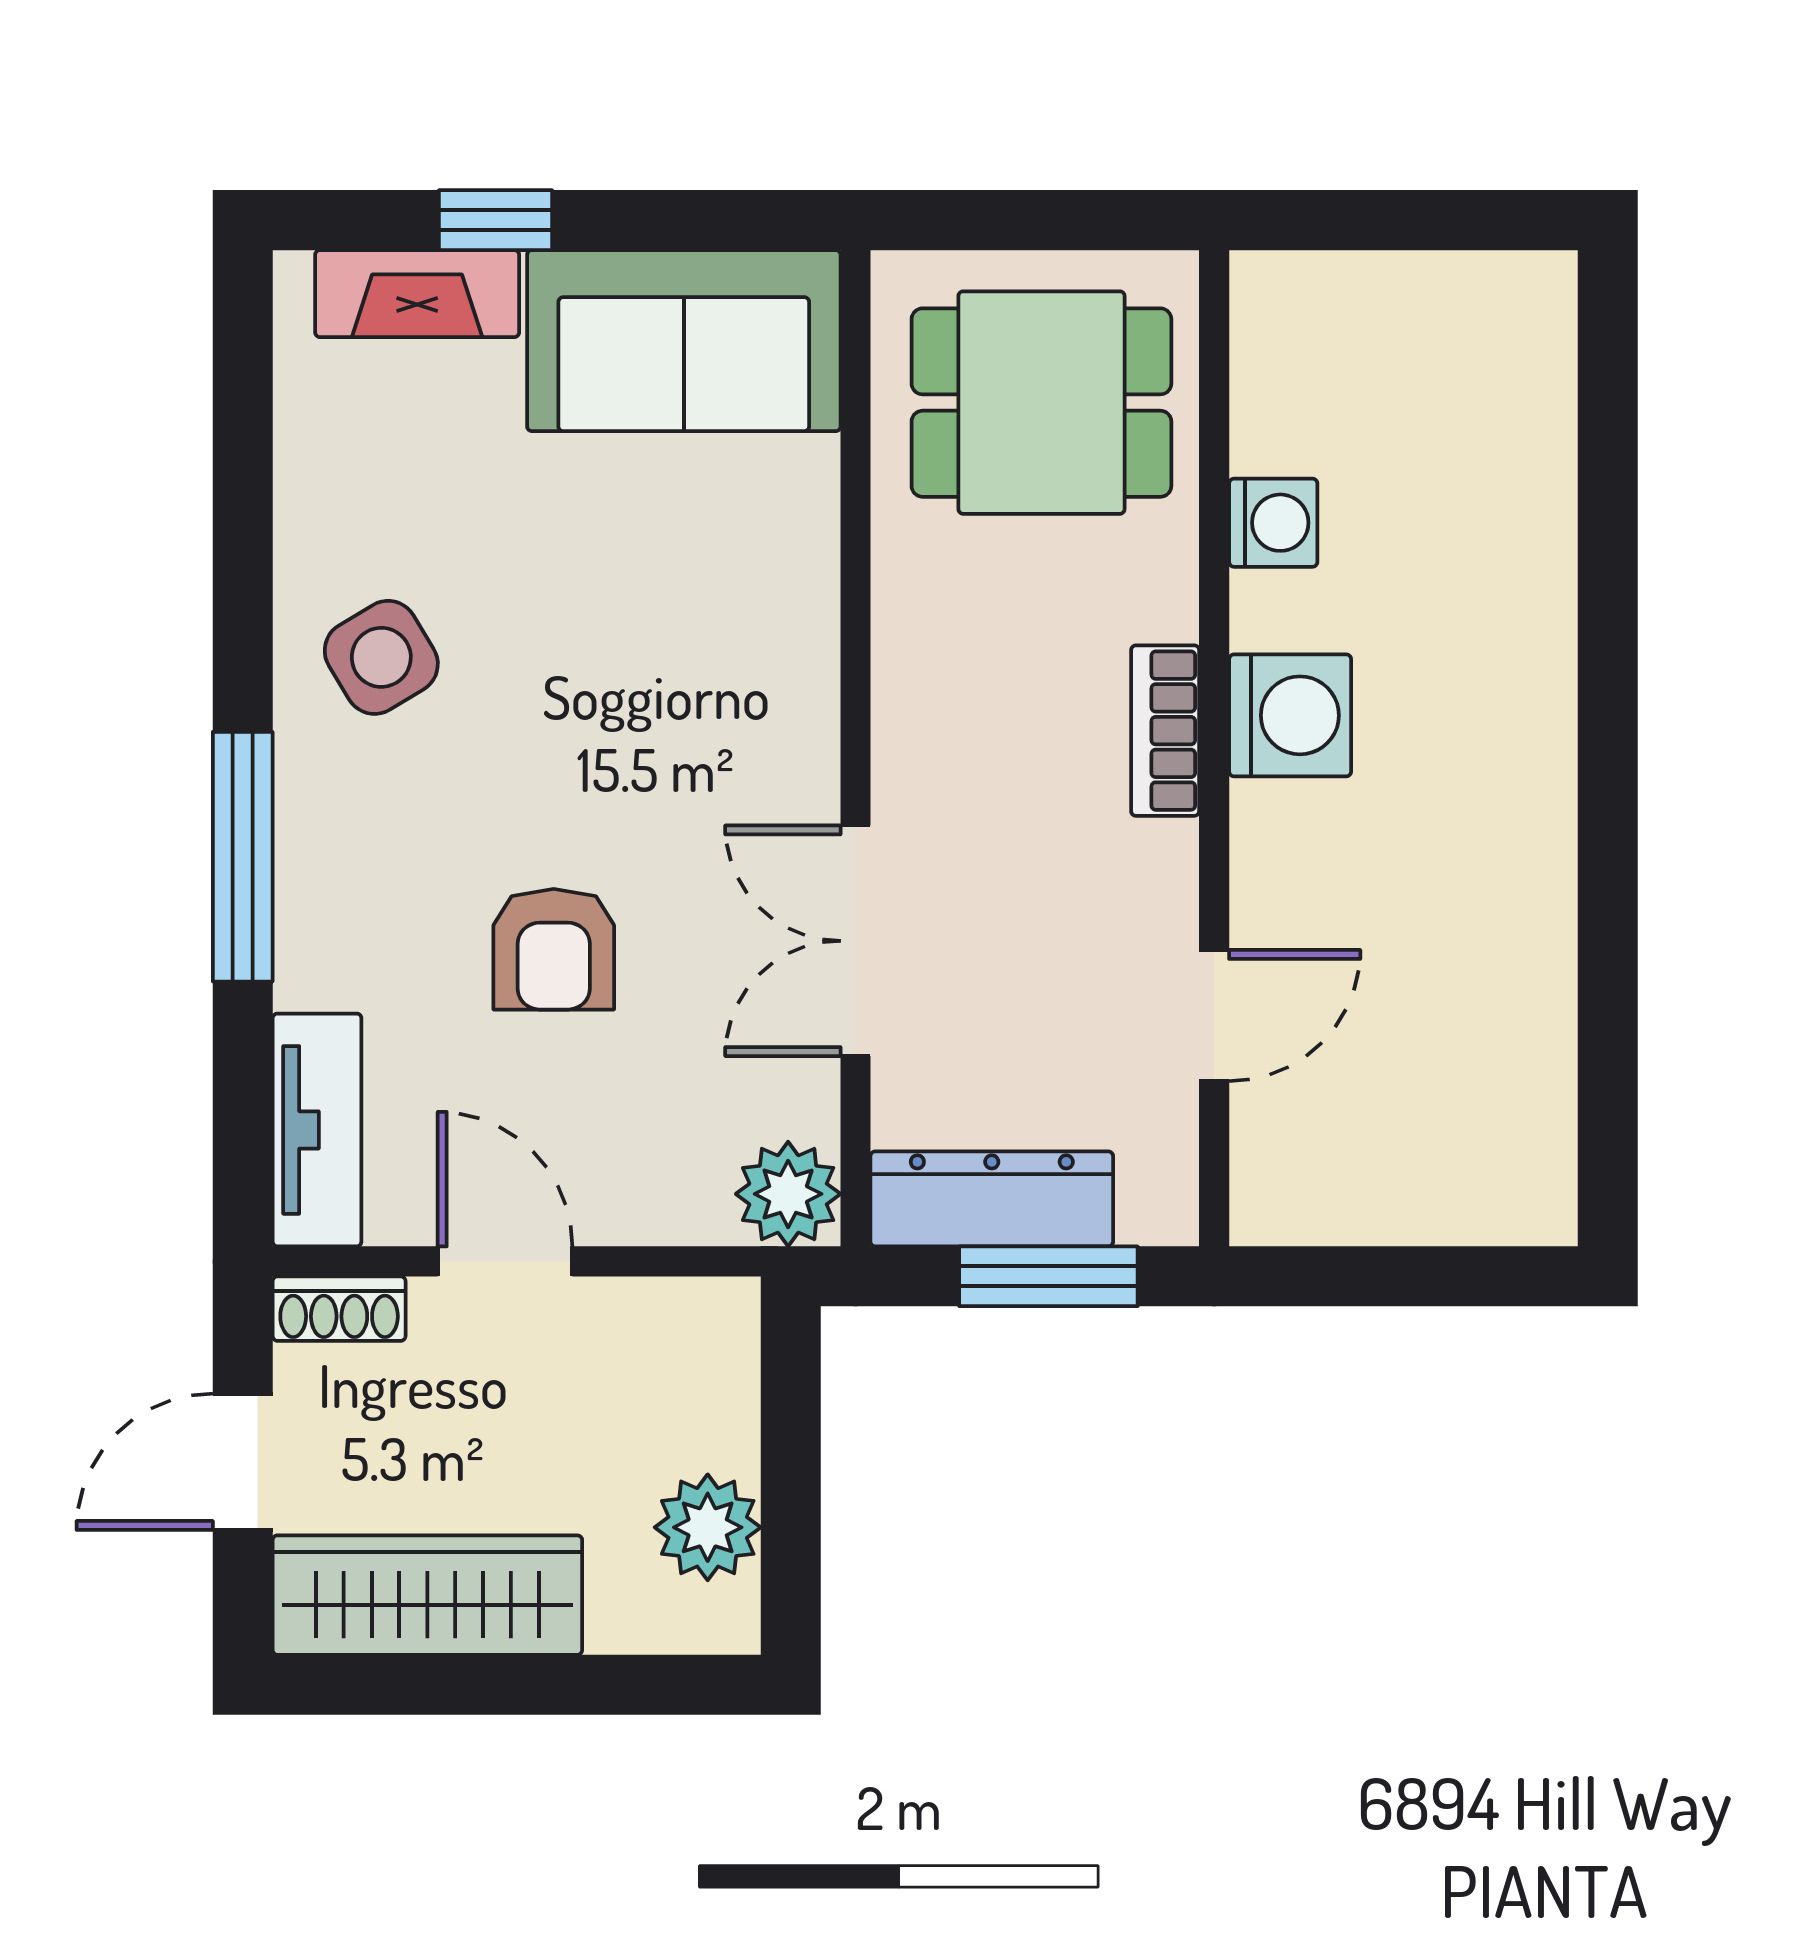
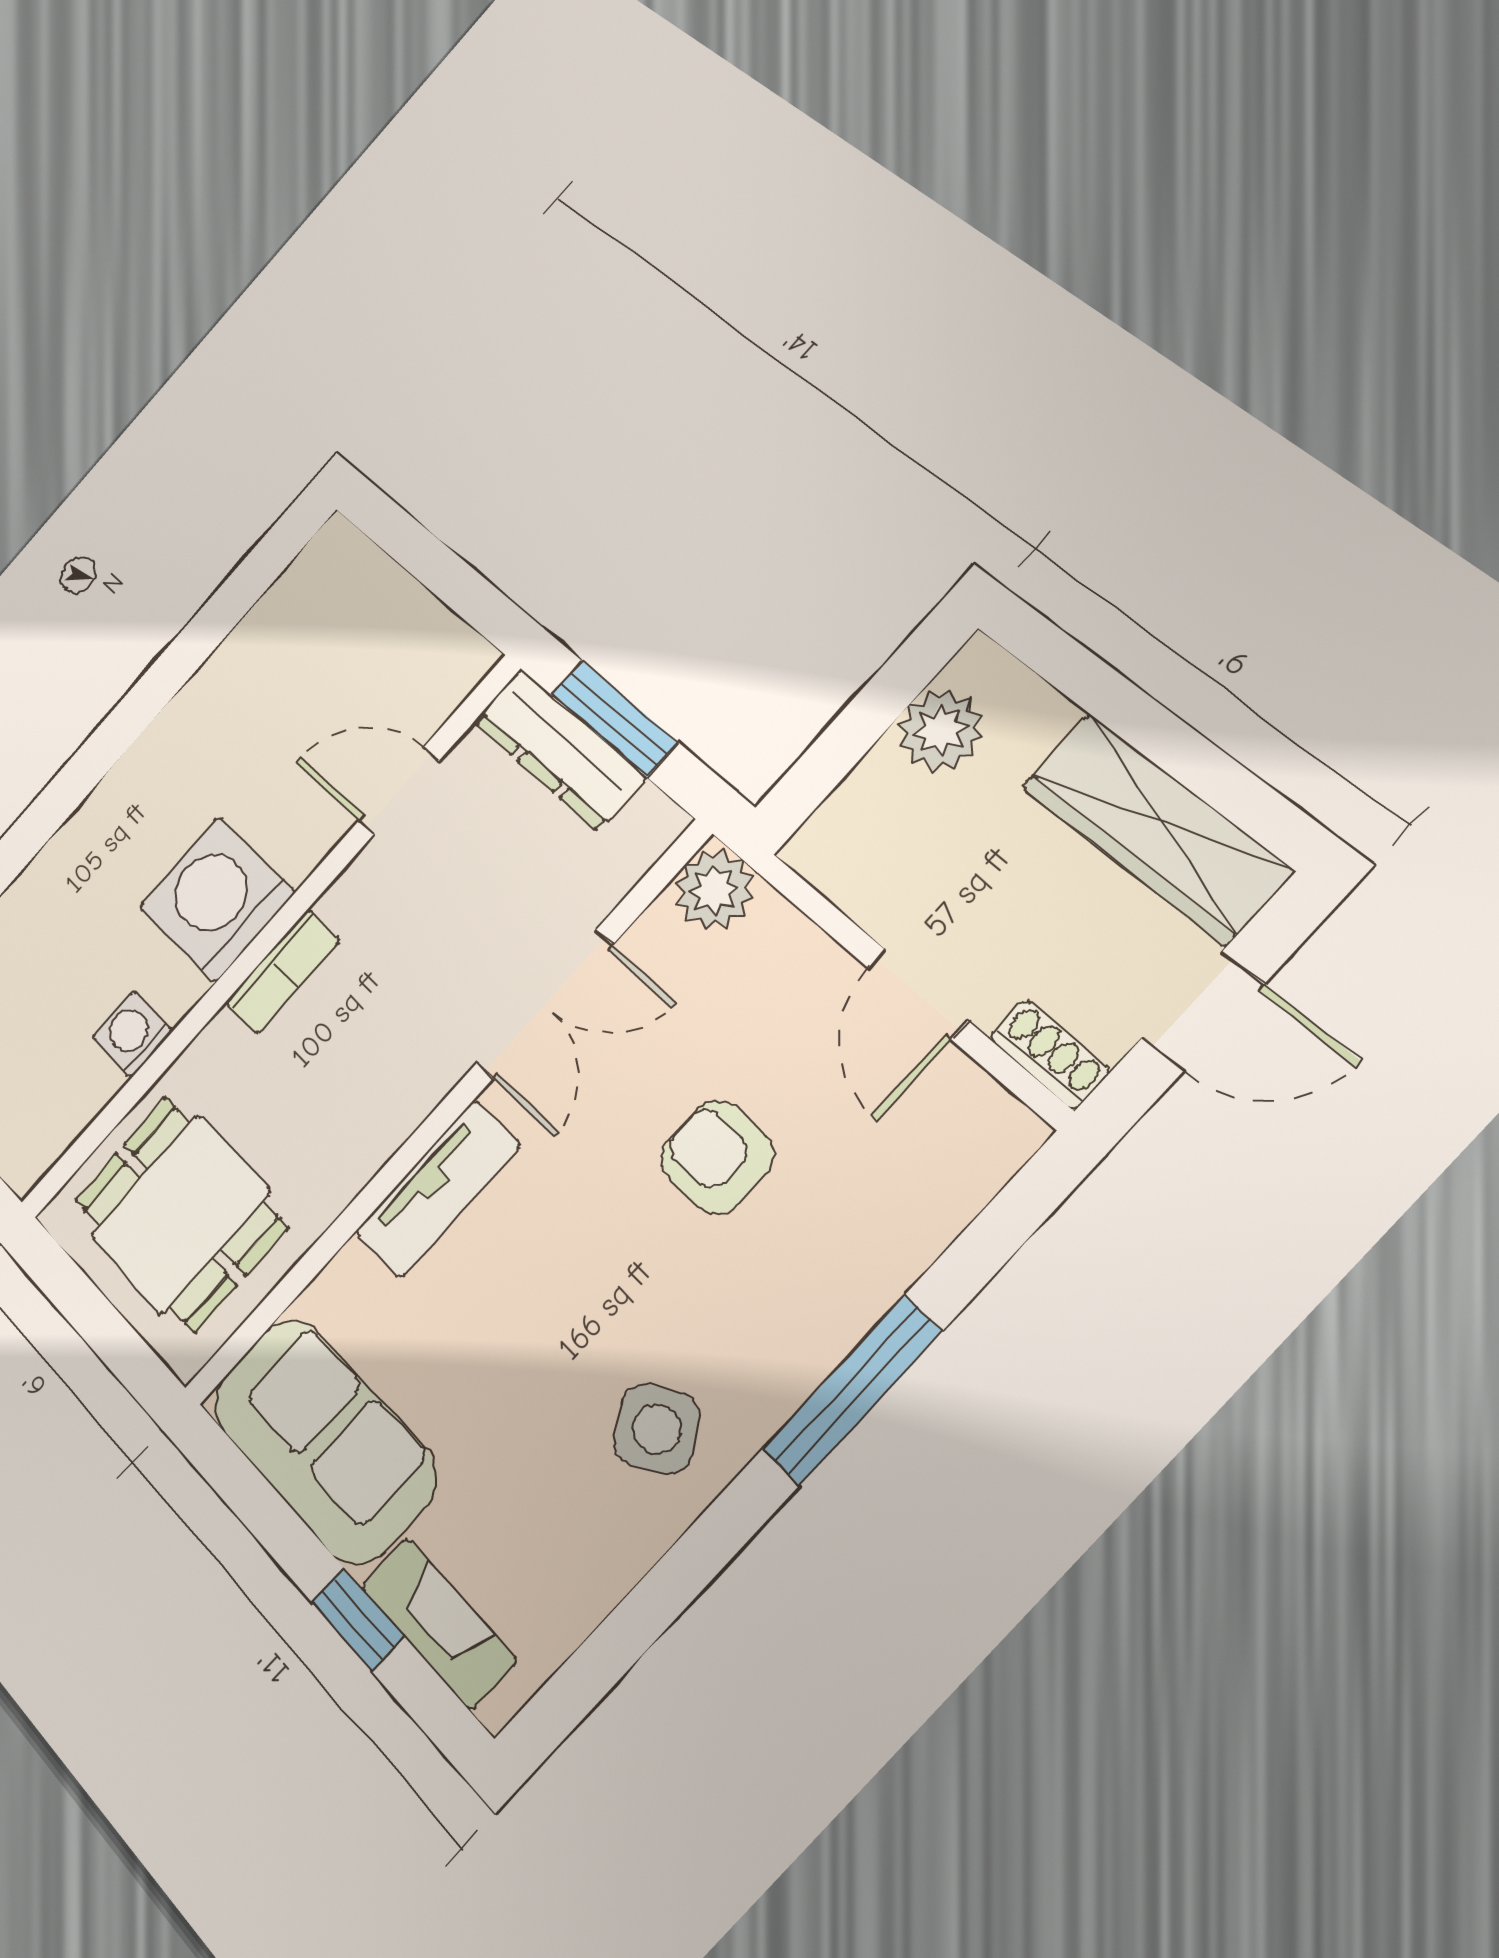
washing machine: (1290, 715) -> (217, 899), width x1.37, depth x1.37
armchair: (554, 949) -> (717, 1157), turned -90
tv unit: (317, 1130) -> (437, 1189), moved, turned 180
dresser: (992, 1199) -> (560, 750), moved

